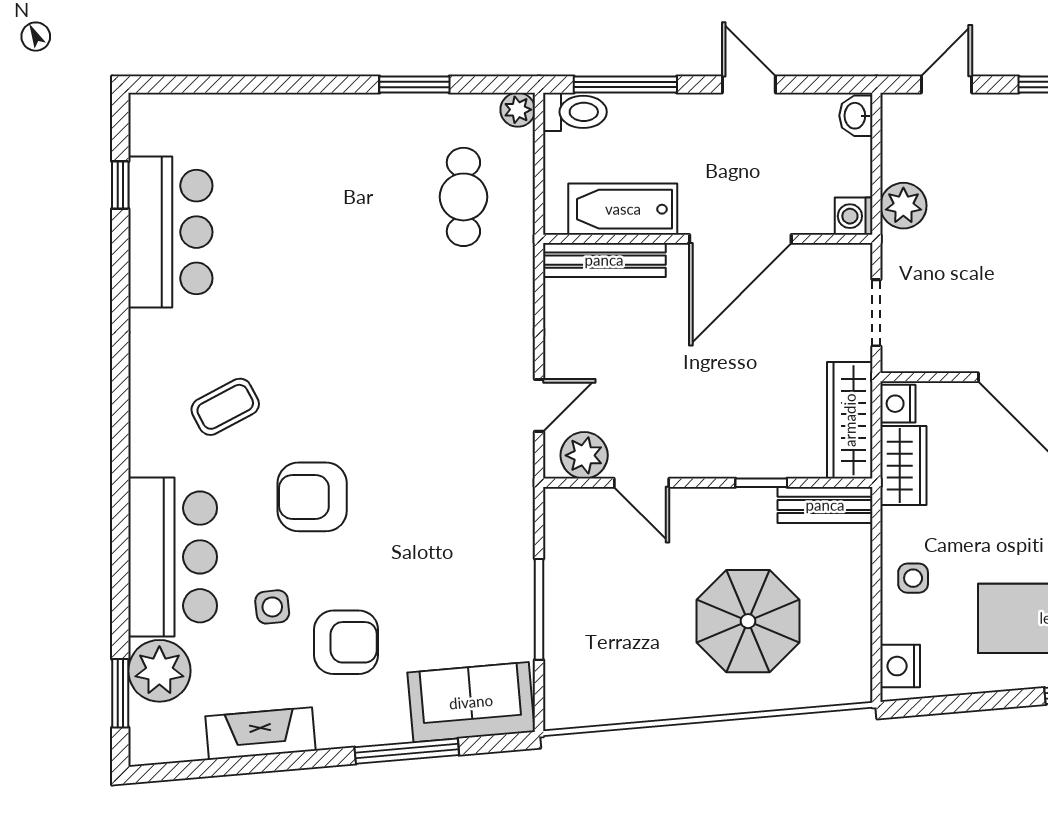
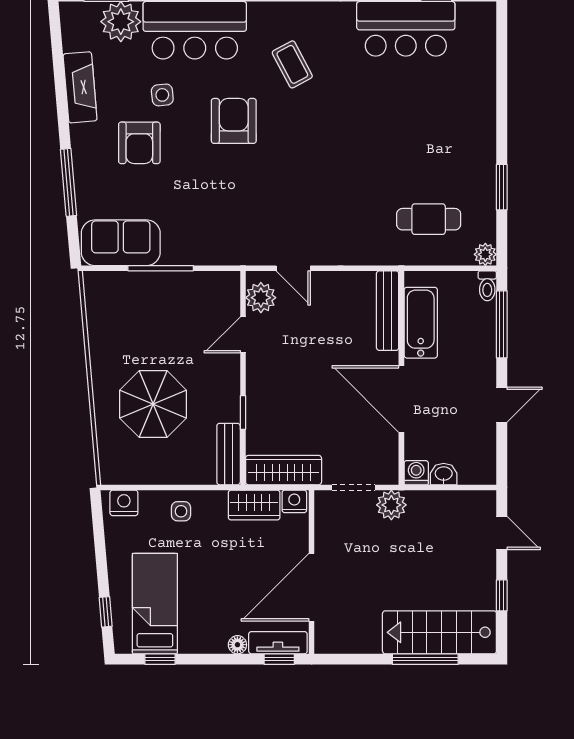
toilet: (575, 112) -> (487, 286), width x0.73, depth x0.72
washbasin: (856, 116) -> (444, 474), moved
plant: (903, 206) -> (391, 505), moved
sofa: (471, 702) -> (121, 243), moved, turned -85

